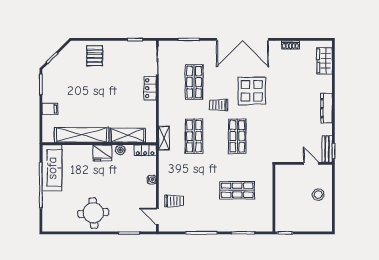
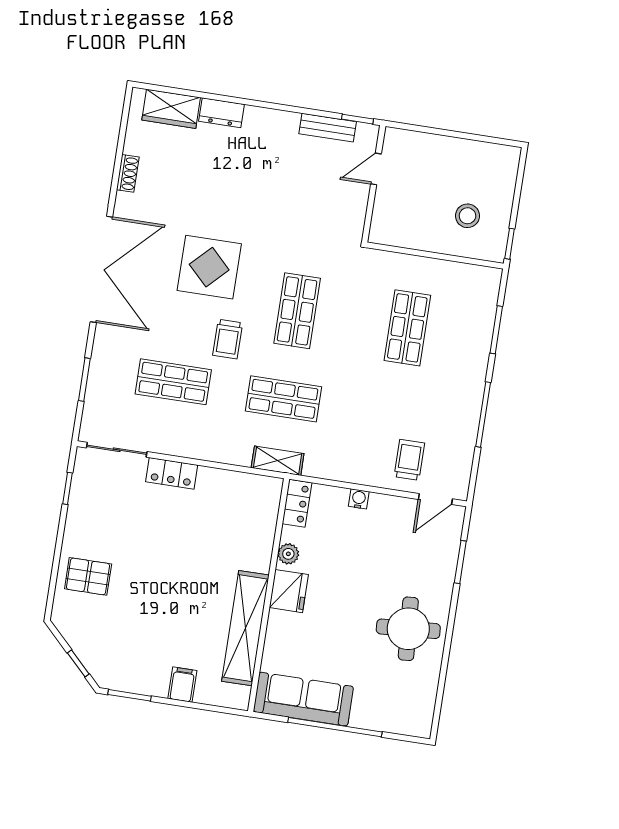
dresser: (326, 108) -> (222, 113), moved, width x0.70
shelving: (128, 135) -> (261, 534), removed
shop shelf: (237, 136) -> (297, 311), turned 90
bench: (327, 149) -> (328, 128), moved
stool: (318, 195) -> (467, 216), moved

